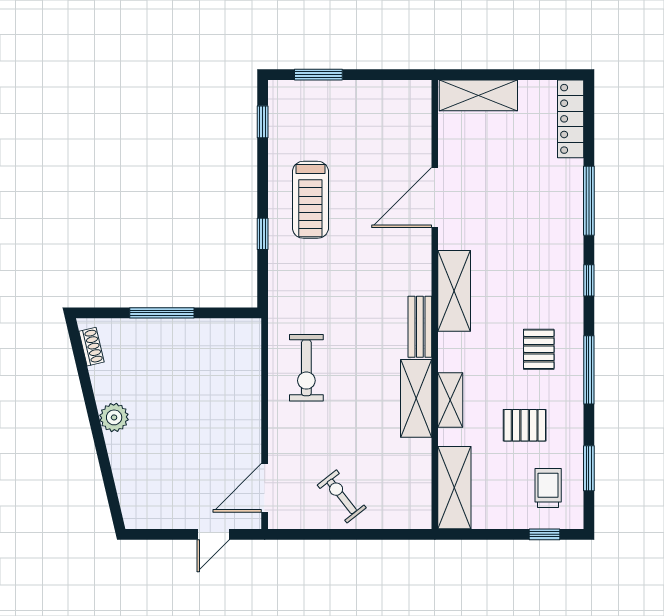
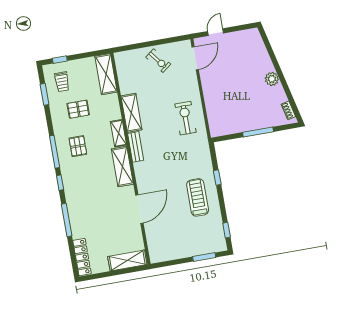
window: (589, 370) -> (55, 152), moved
shelving: (450, 400) -> (118, 133), moved

